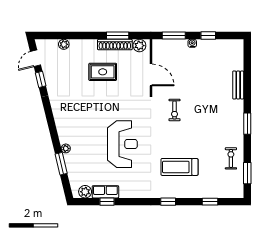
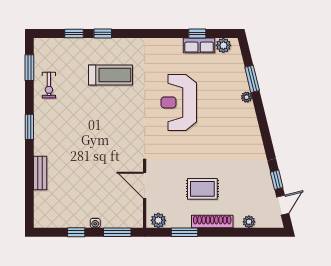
shoe rack: (115, 45) -> (212, 221), moved
exercise bike: (175, 110) -> (116, 143), removed
window: (168, 202) -> (103, 33), moved

